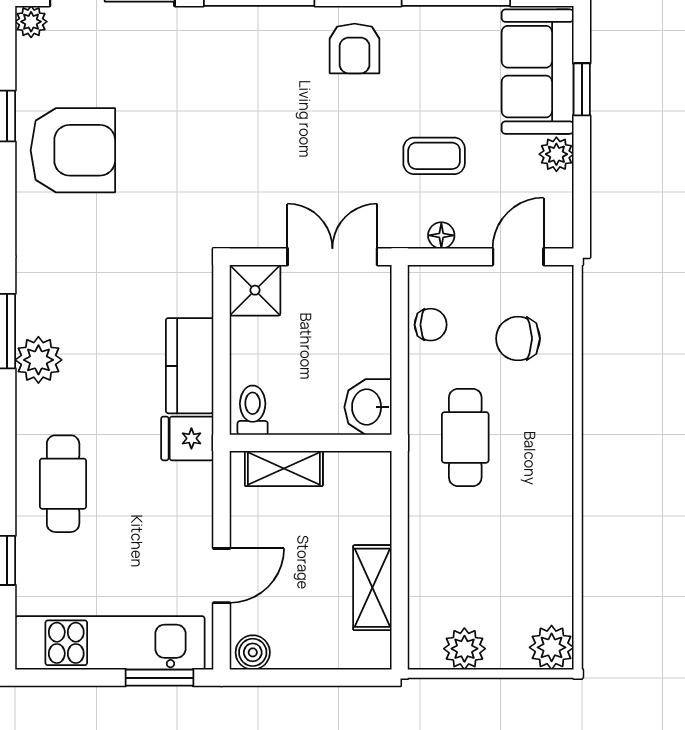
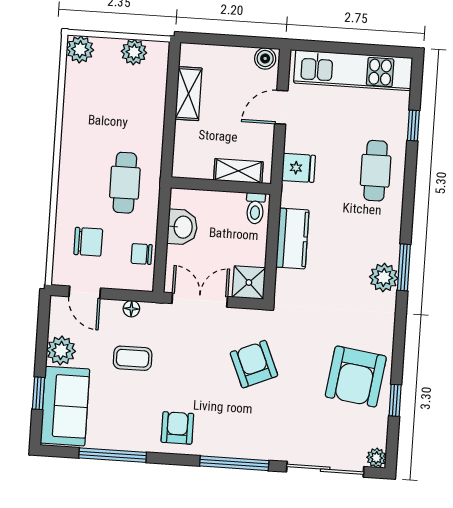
armchair: (73, 150) -> (356, 377), turned -82
plant: (556, 154) -> (61, 350), width x1.38, depth x1.38
armchair: (238, 159) -> (254, 364), added
double door: (332, 257) -> (200, 300), swing flipped
door: (518, 257) -> (85, 292), hinge flipped
plant: (38, 360) -> (384, 277), moved
washbasin: (368, 407) -> (182, 227), moved
fridge: (187, 438) -> (299, 168), moved
window: (159, 678) -> (324, 47), removed

